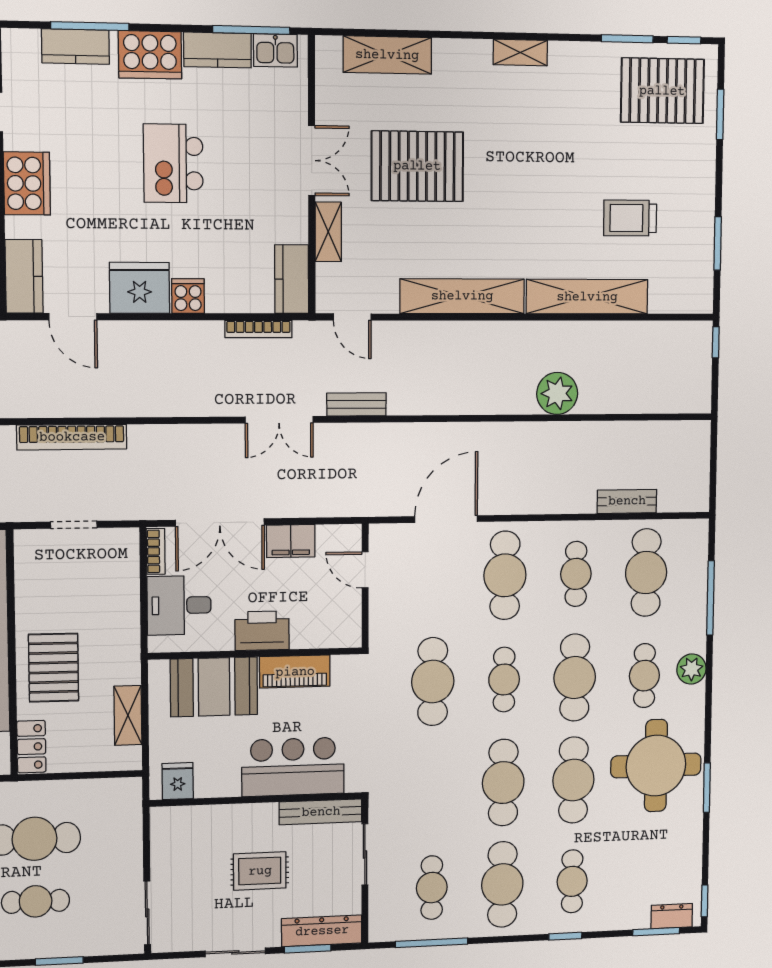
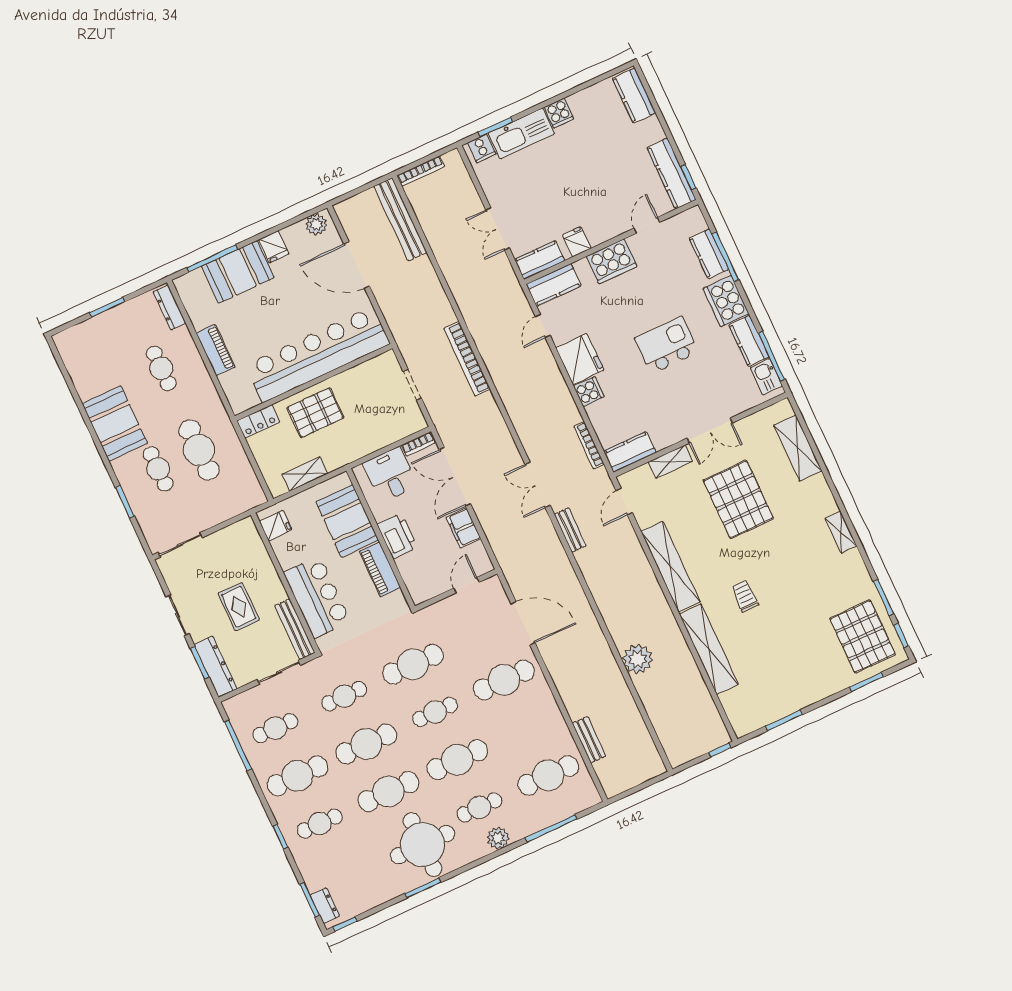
trolley: (630, 218) -> (745, 596), moved, width x0.73, depth x0.72
door: (73, 317) -> (543, 326), width x0.73
cafe table: (576, 574) -> (344, 696), moved

